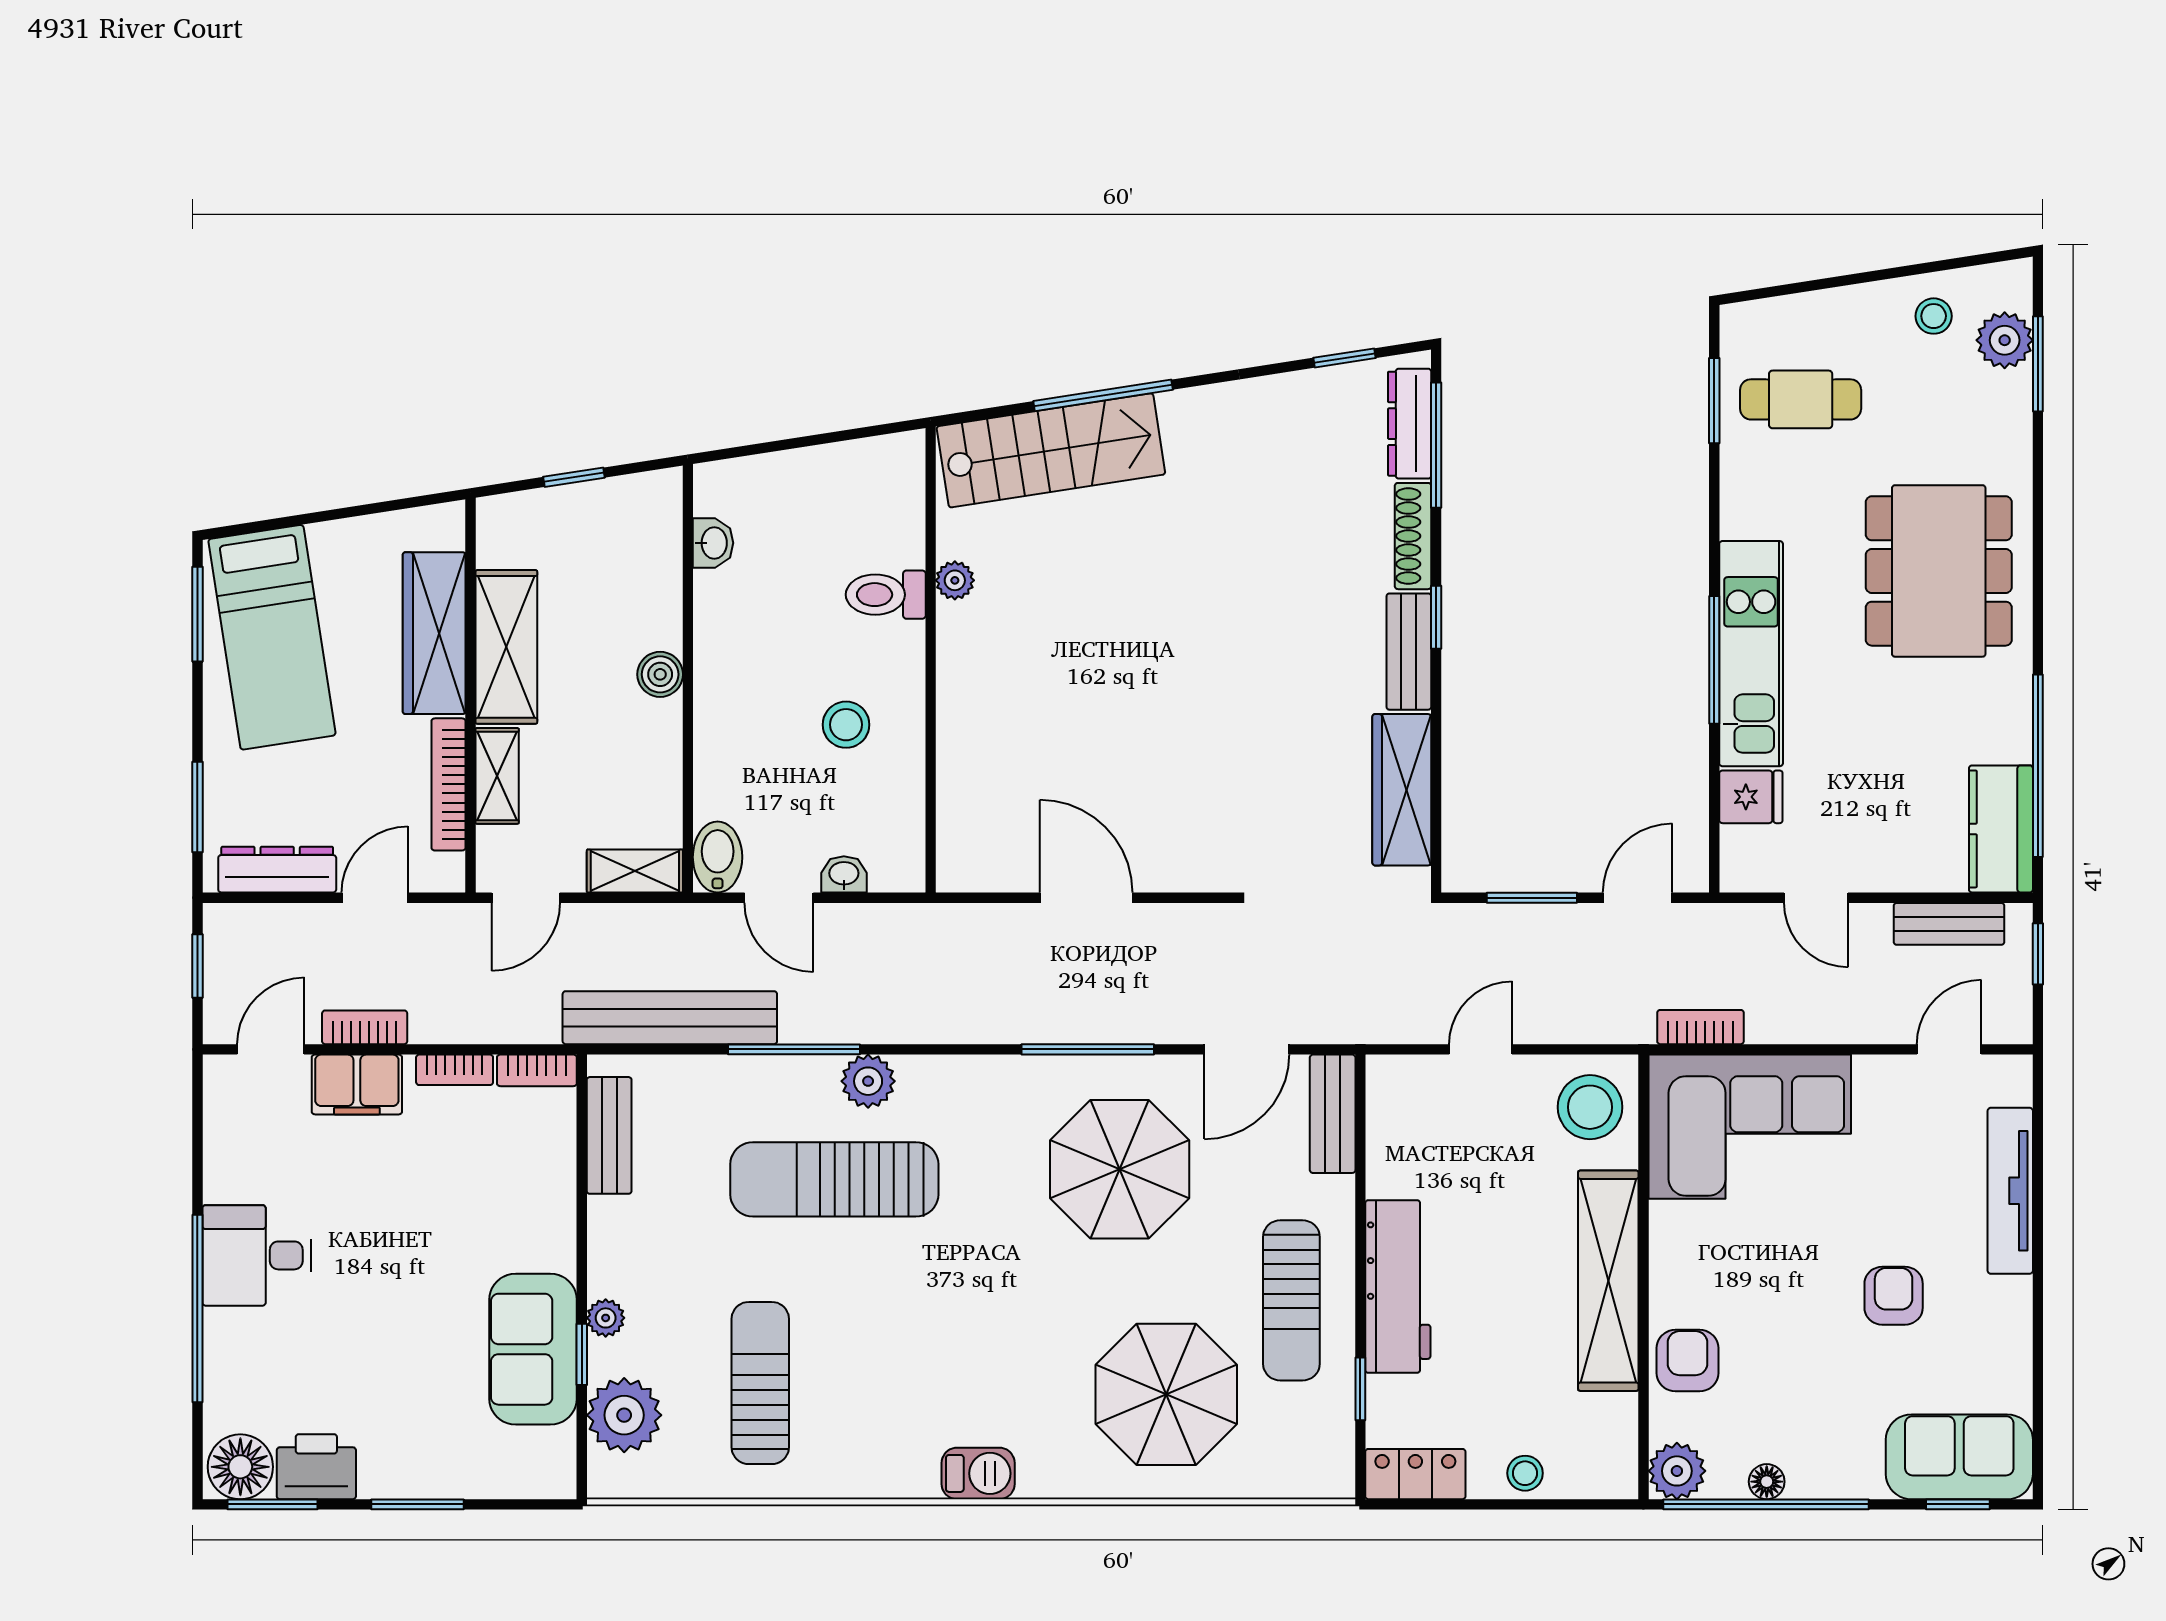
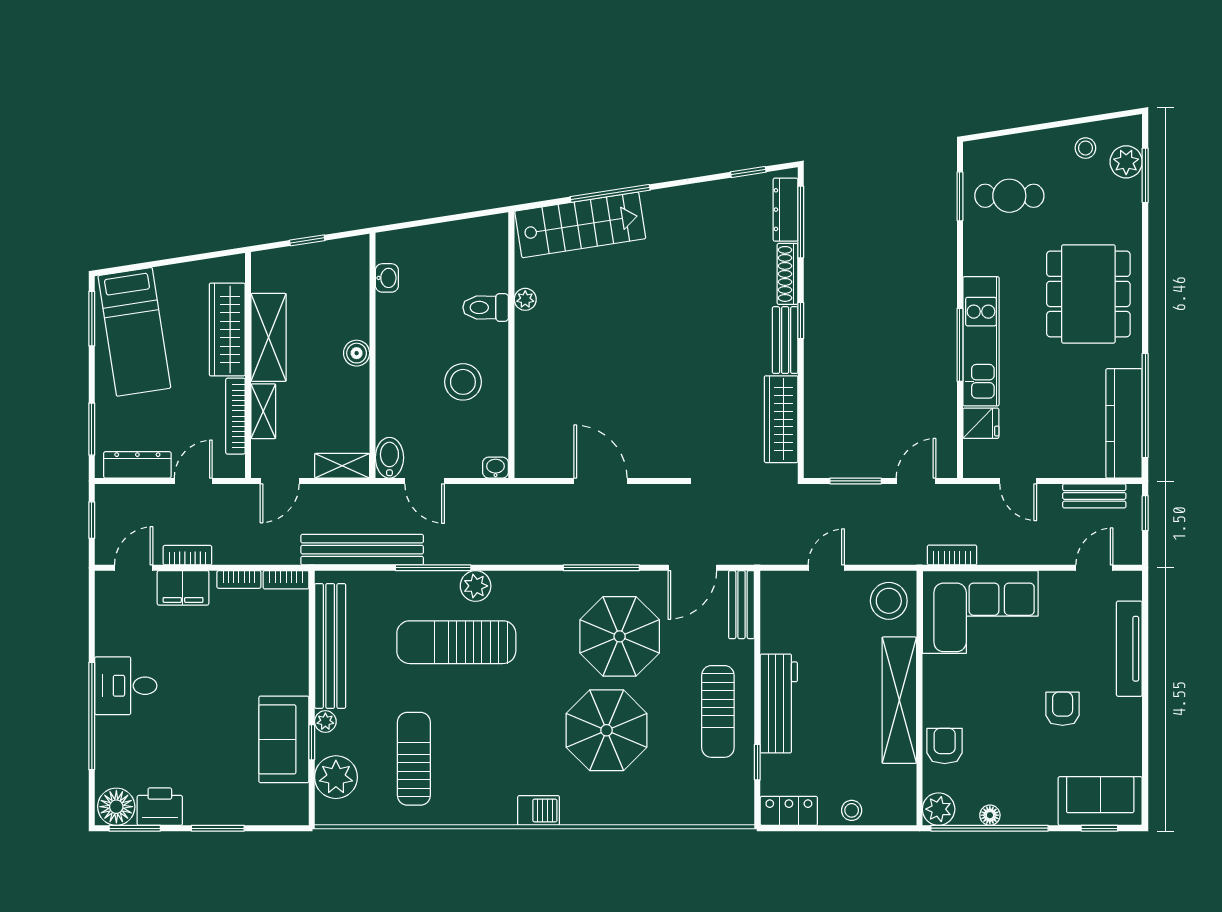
stool: (846, 725) -> (463, 382), width x1.38, depth x1.38
kitchen counter: (2001, 829) -> (1124, 423), width x1.50
washbasin: (844, 874) -> (496, 468), moved
bench: (609, 1135) -> (330, 646), width x1.86, depth x1.21
parasol: (1166, 1394) -> (607, 730), moved

